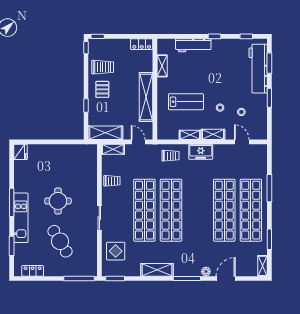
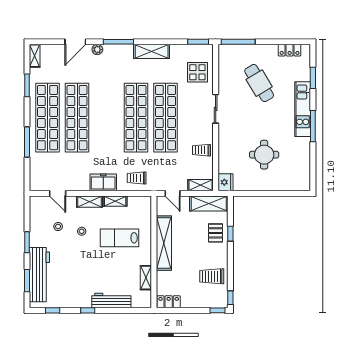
pallet: (102, 89) -> (216, 233), moved
fridge: (21, 152) -> (225, 182), moved, turned 180
round table: (58, 201) -> (264, 155), moved

